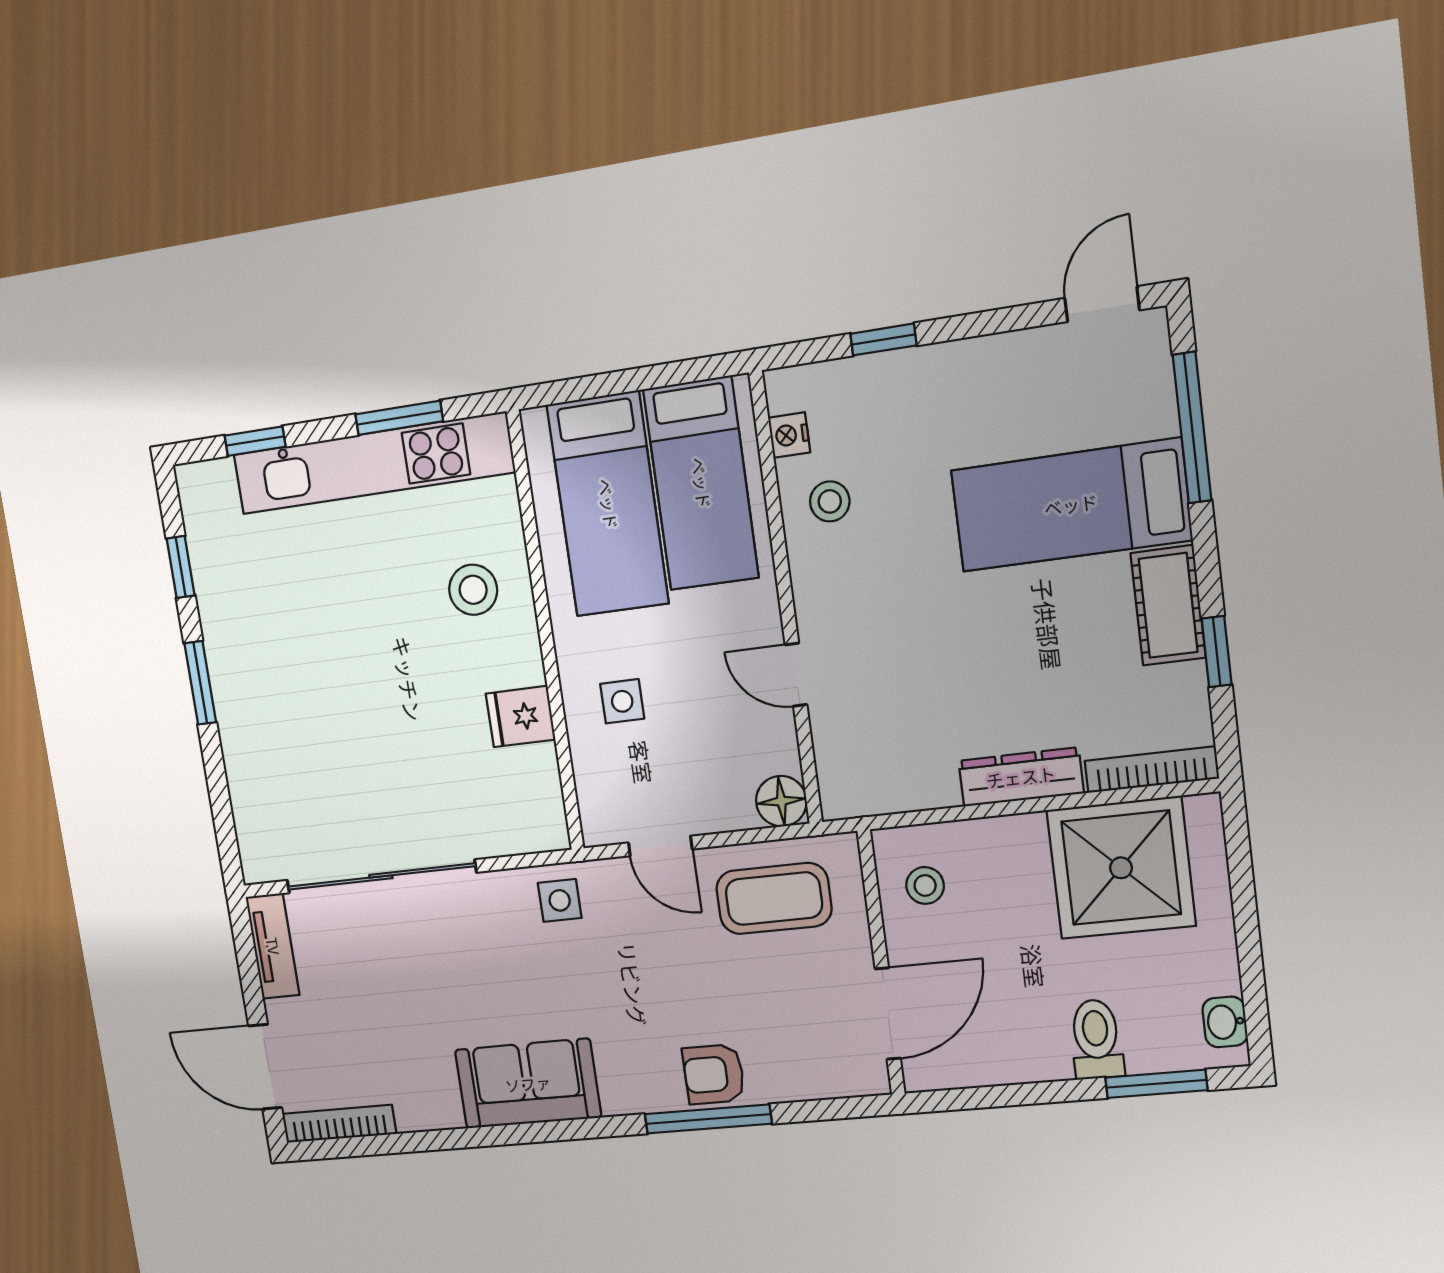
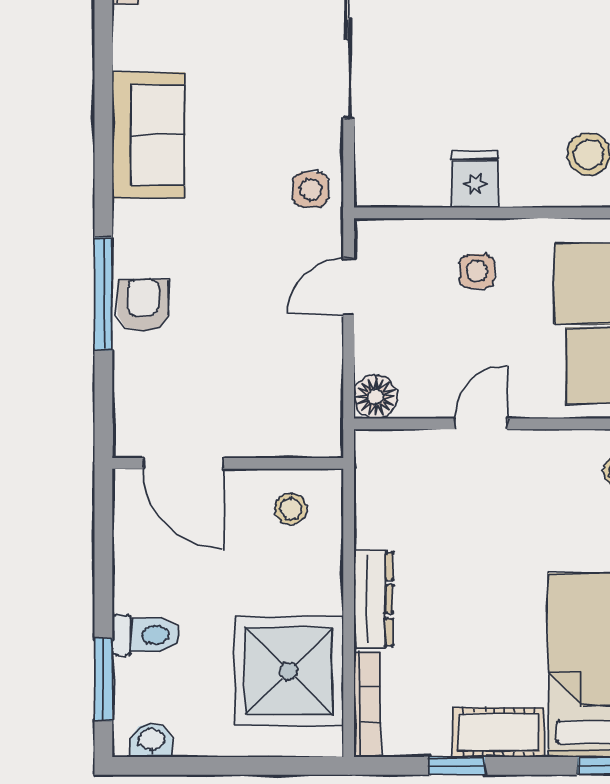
coffee table: (774, 899) -> (293, 379), removed

